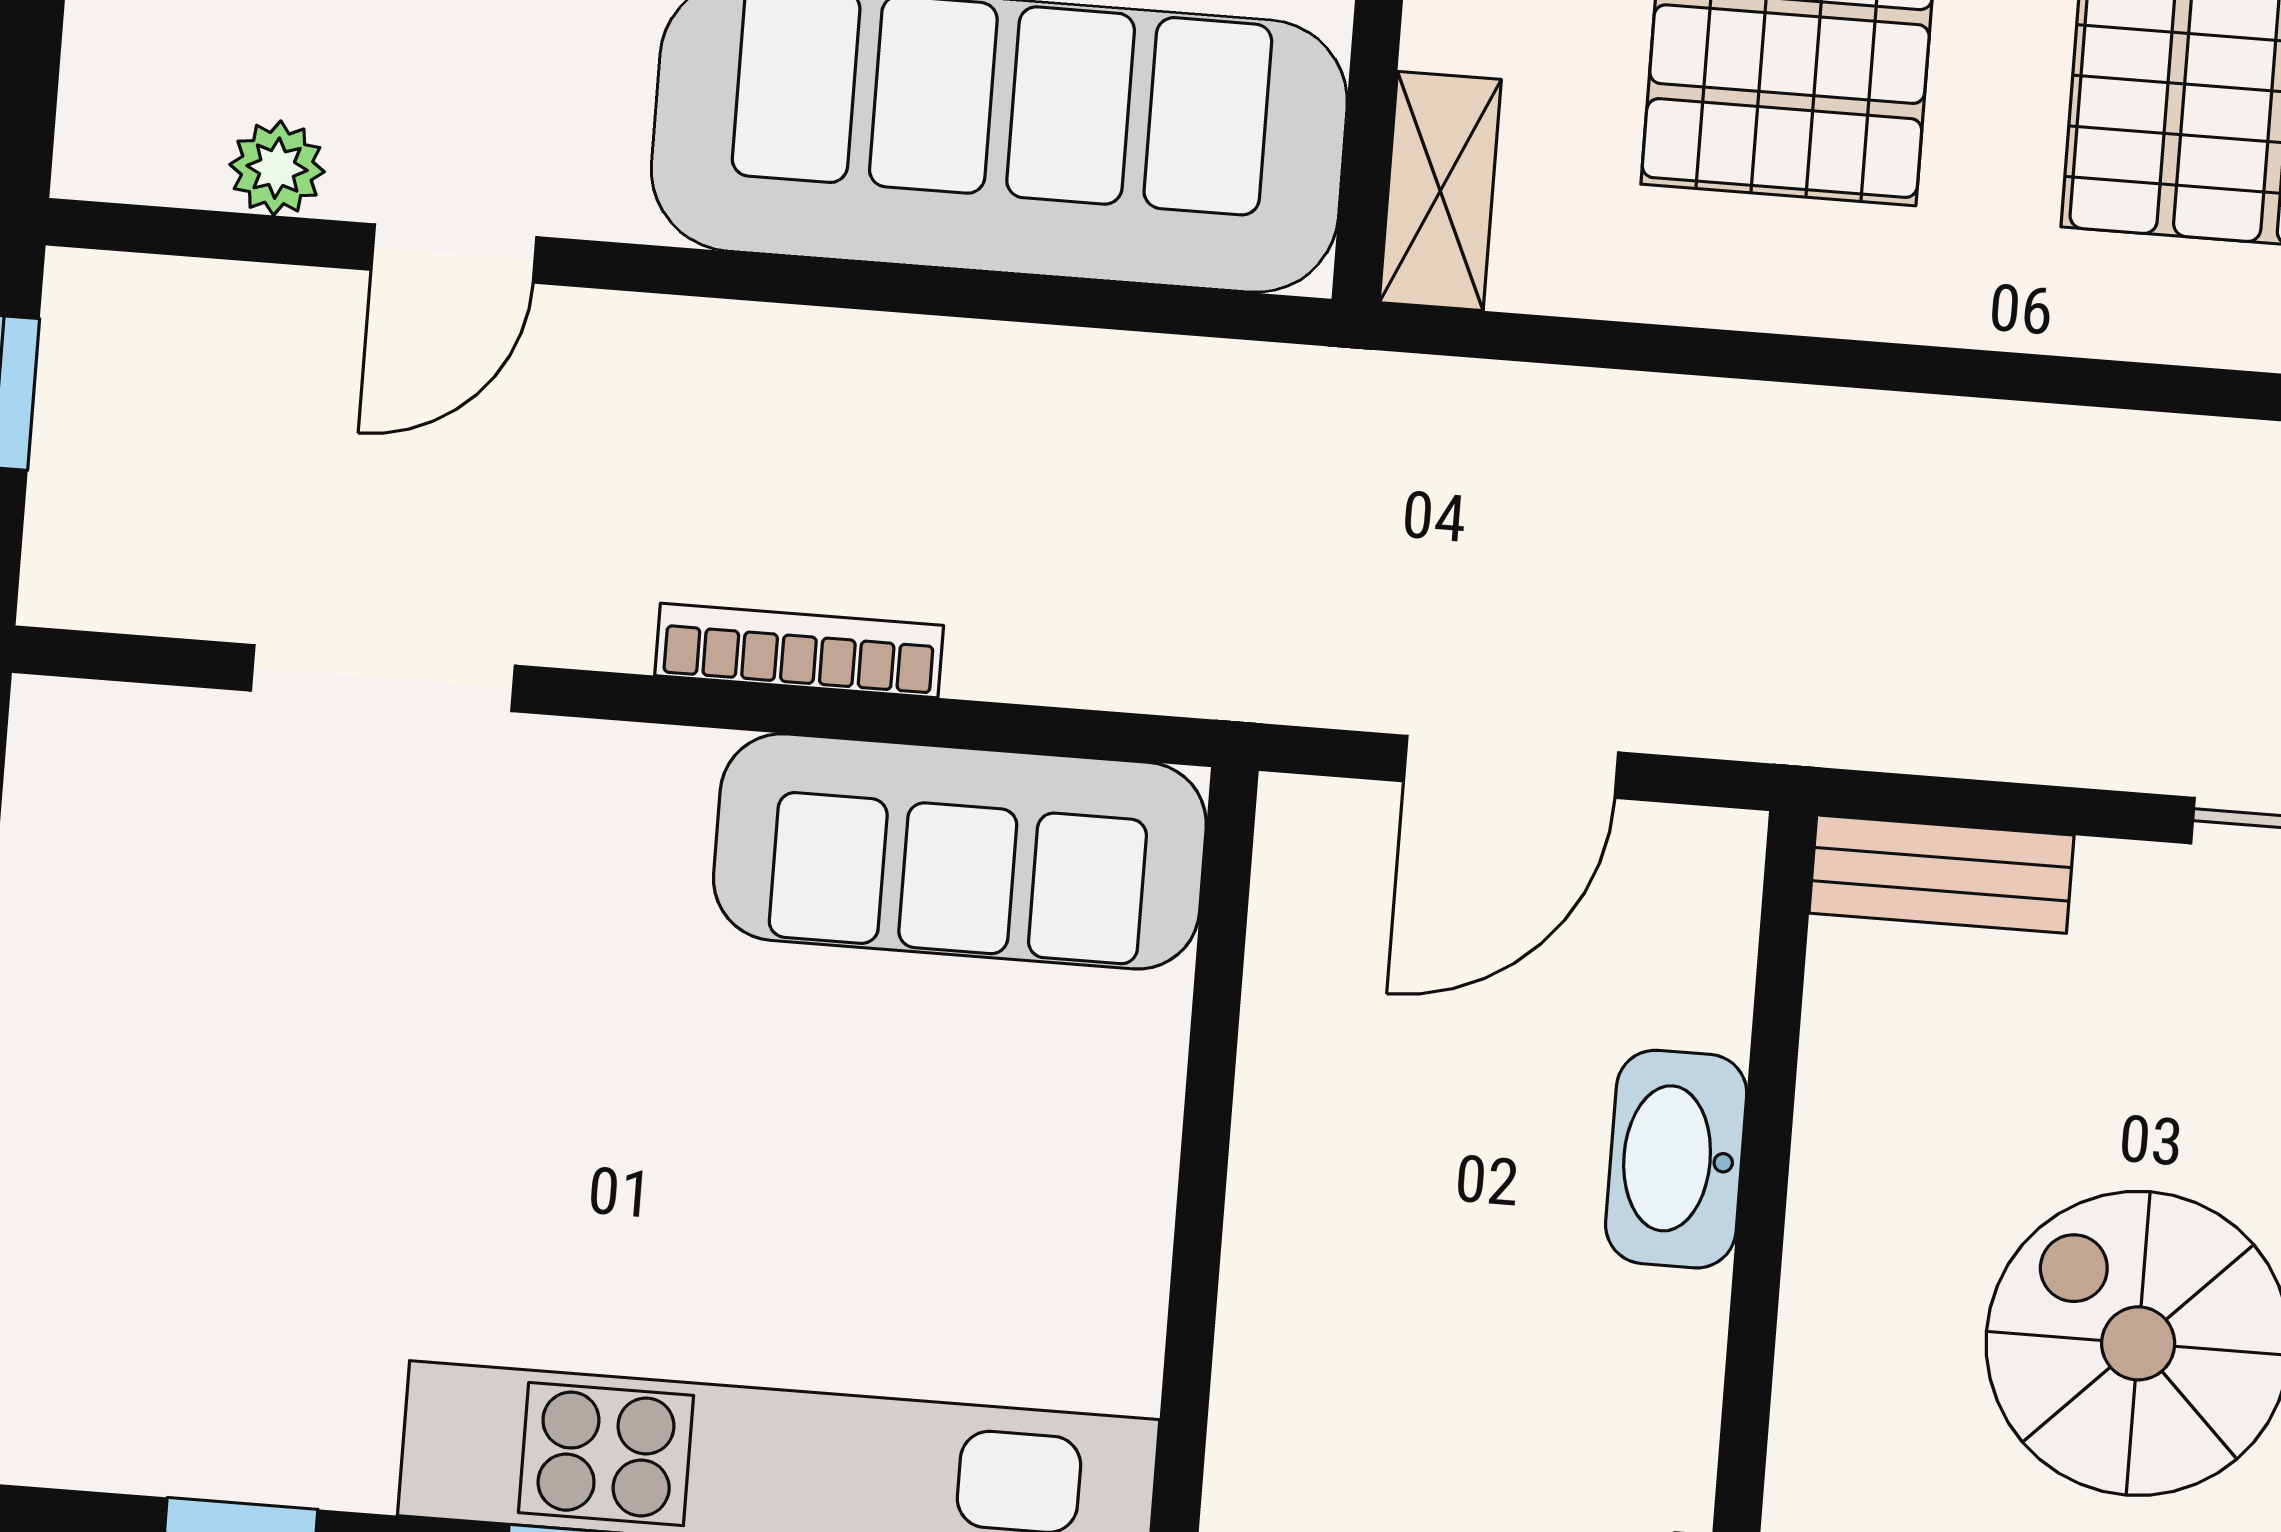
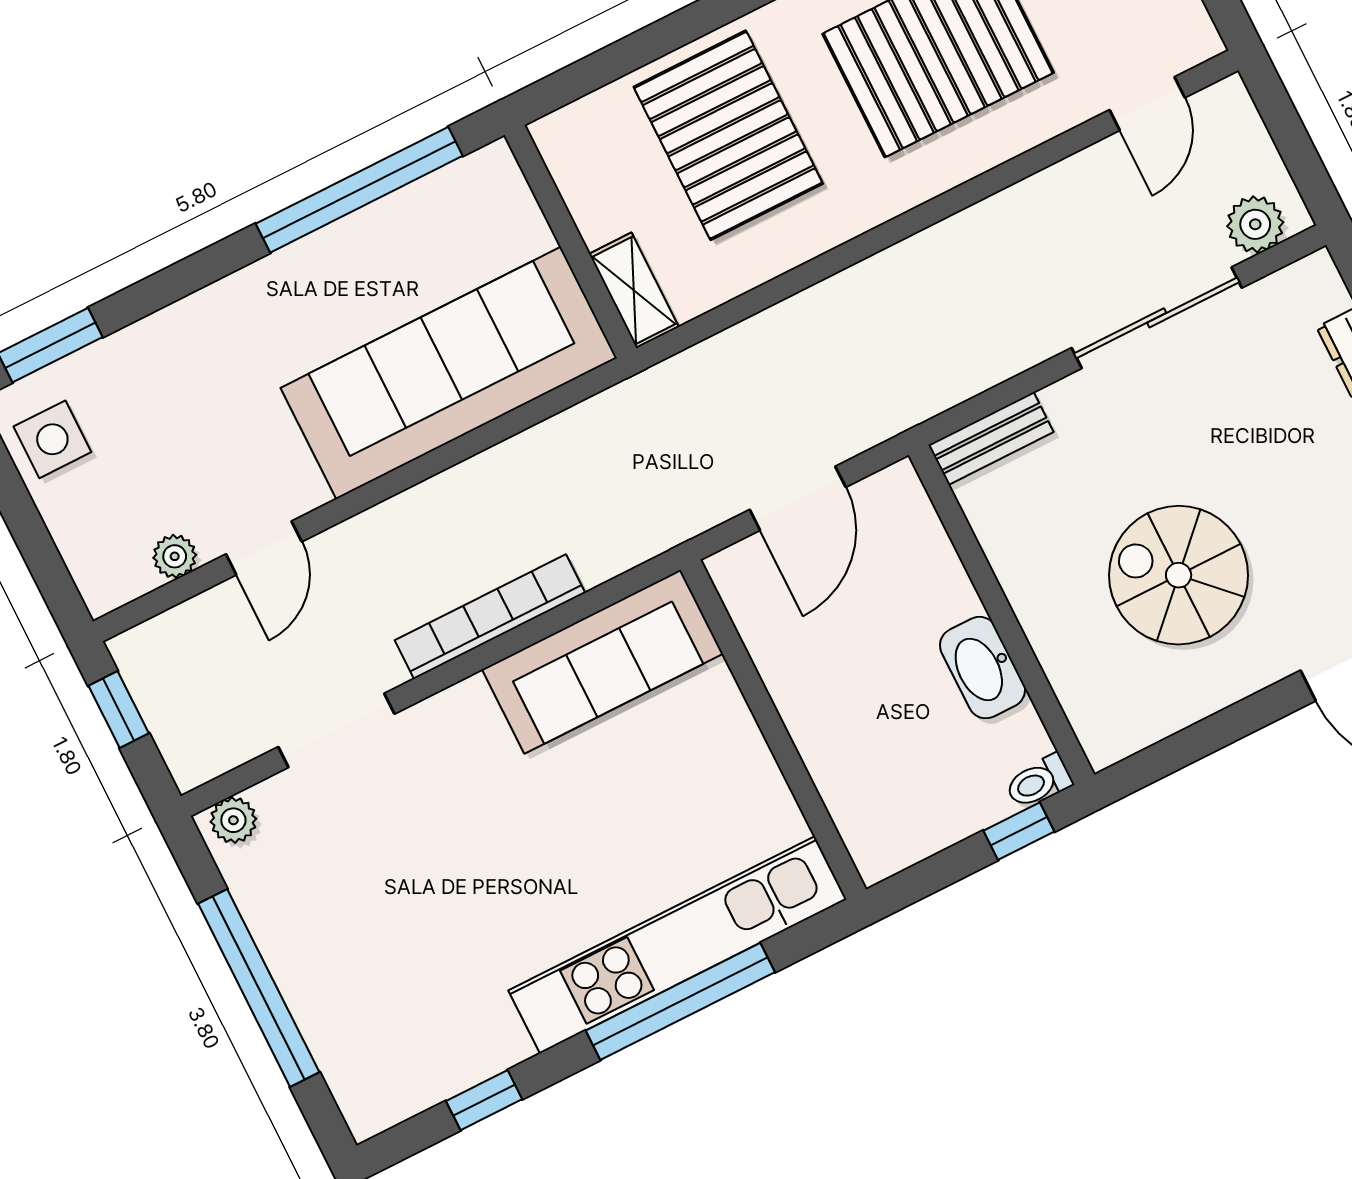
bookcase: (799, 651) -> (490, 617), width x1.48, depth x1.31
plant: (88, 730) -> (233, 820), added
washbasin: (1676, 1159) -> (983, 668), moved

